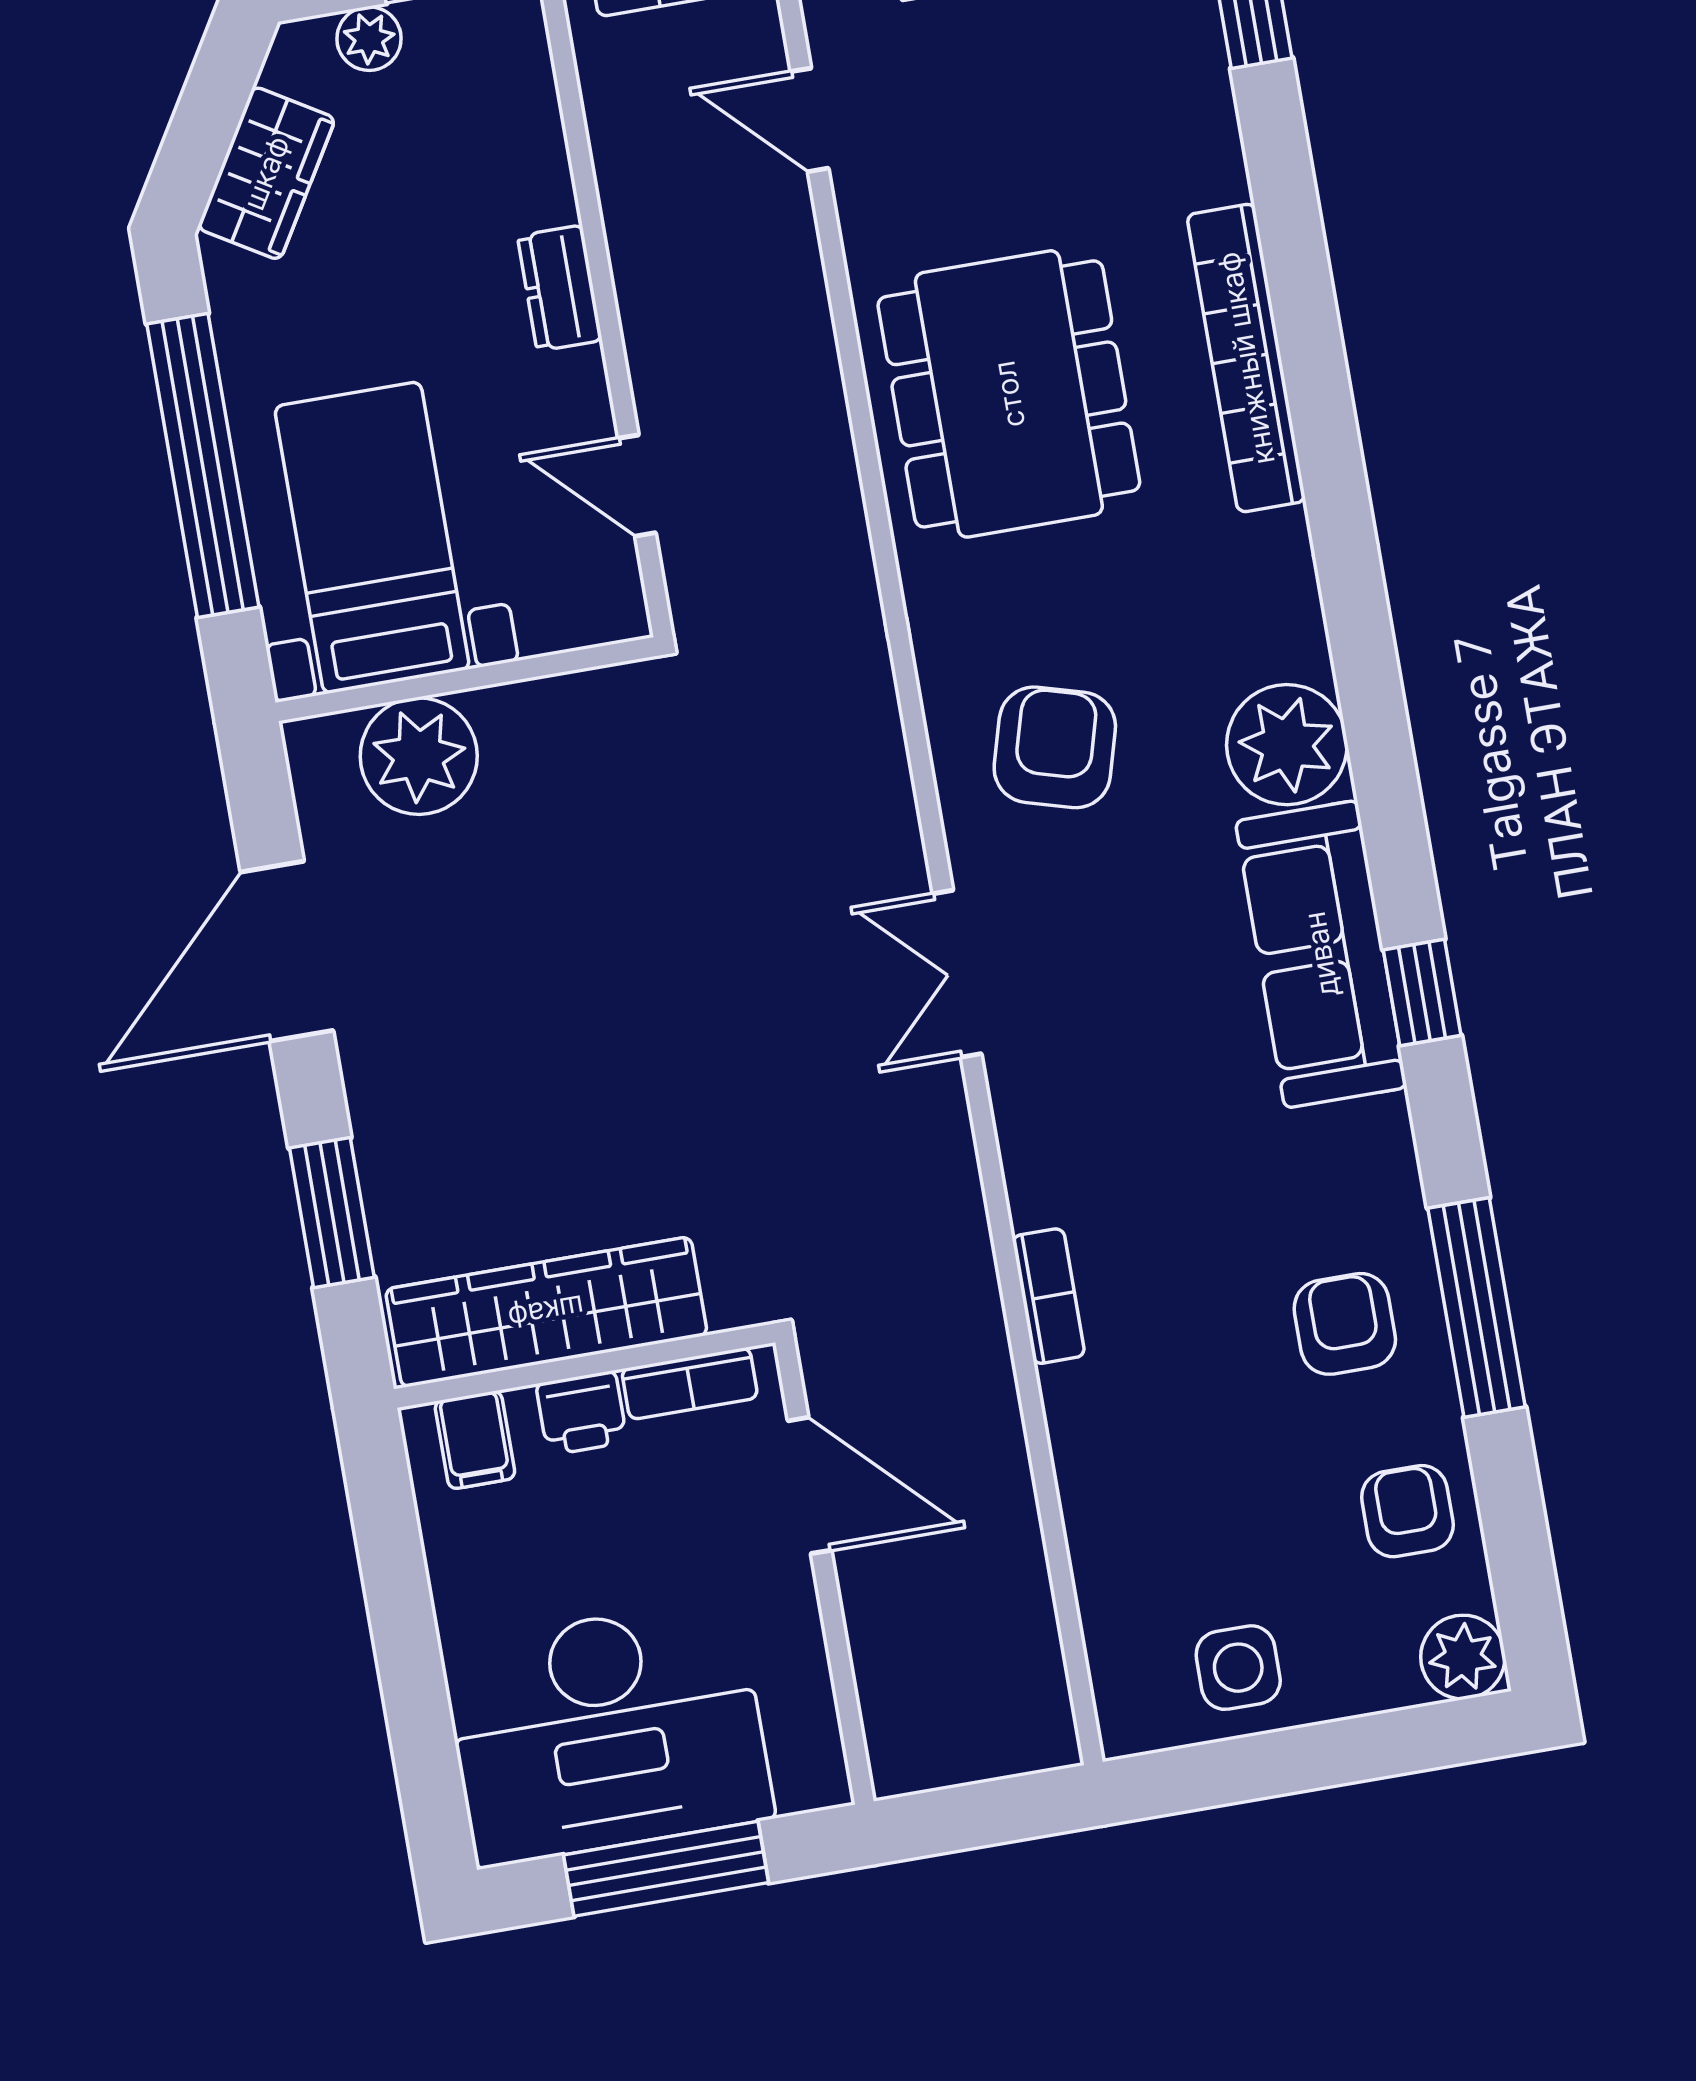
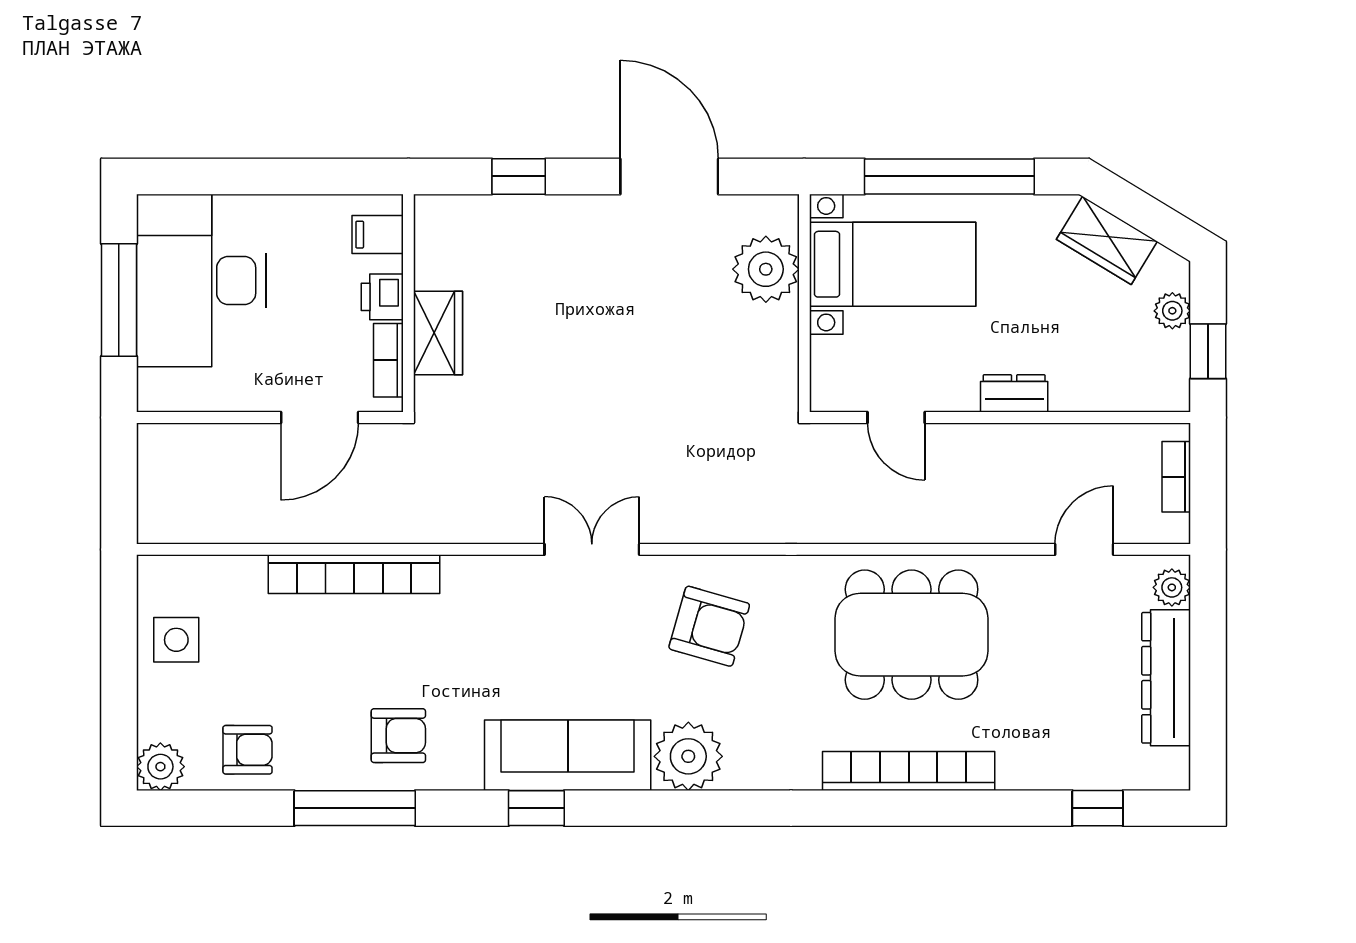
door: (637, 486) -> (896, 418), swing flipped
window: (332, 1213) -> (519, 176), width x0.67
bookcase: (1048, 1296) -> (354, 574), width x2.31, depth x1.31
wardrobe: (546, 1312) -> (438, 333), width x0.48, depth x0.85
armchair: (1345, 1324) -> (398, 736), moved

